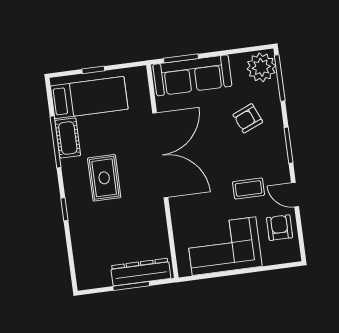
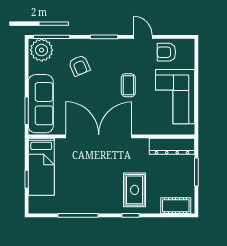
bed: (89, 98) -> (41, 167), moved, turned 180
cot: (68, 138) -> (176, 206), moved
rug: (104, 178) -> (135, 190), moved, turned 90
coffee table: (248, 188) -> (128, 85), moved
door: (295, 195) -> (143, 37), swing flipped
dresser: (141, 272) -> (172, 146), moved, turned -90

